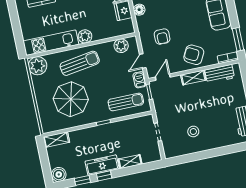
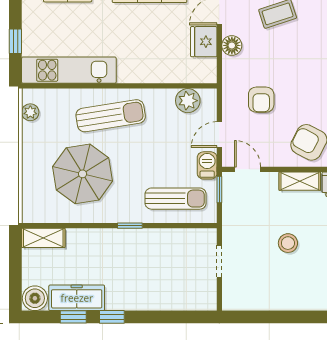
window: (18, 33) -> (15, 41), added
plant: (85, 36) -> (129, 72), removed
plant: (38, 66) -> (30, 112), width x0.53, depth x0.53
door: (163, 77) -> (248, 169), hinge flipped
stool: (193, 131) -> (288, 243), moved
shelving: (130, 162) -> (161, 302), removed
freezer: (102, 165) -> (77, 298), moved

